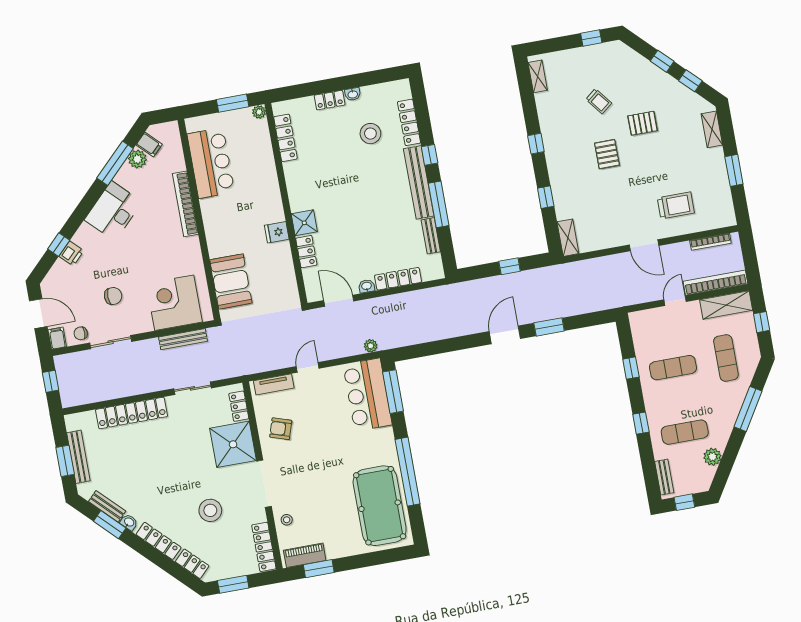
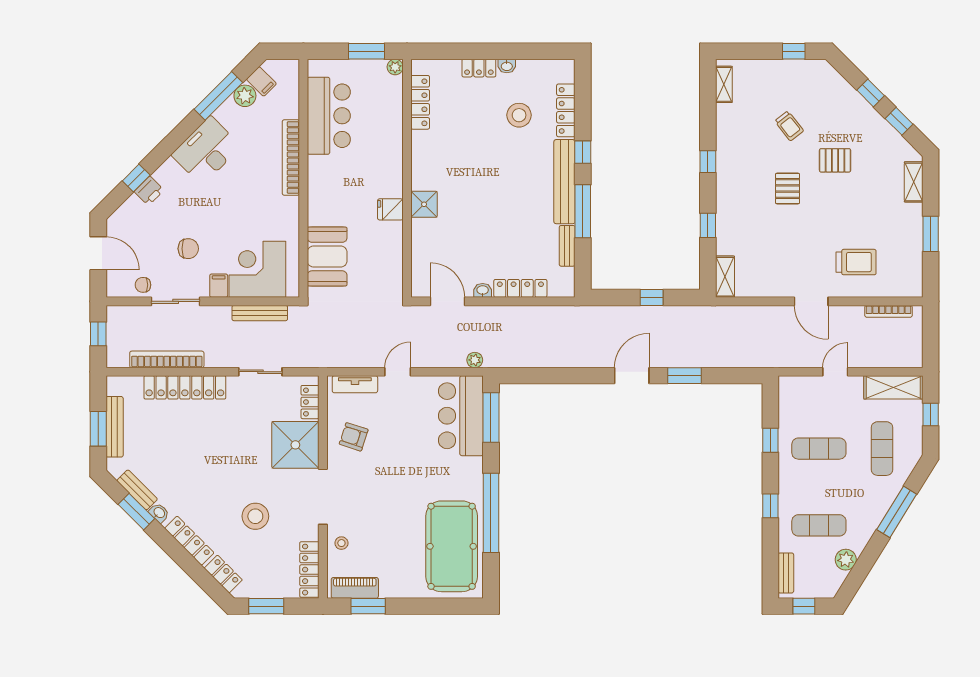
locker: (306, 252) -> (420, 238), removed
bookcase: (715, 283) -> (167, 359), moved
filing cabinet: (57, 338) -> (219, 286), moved

